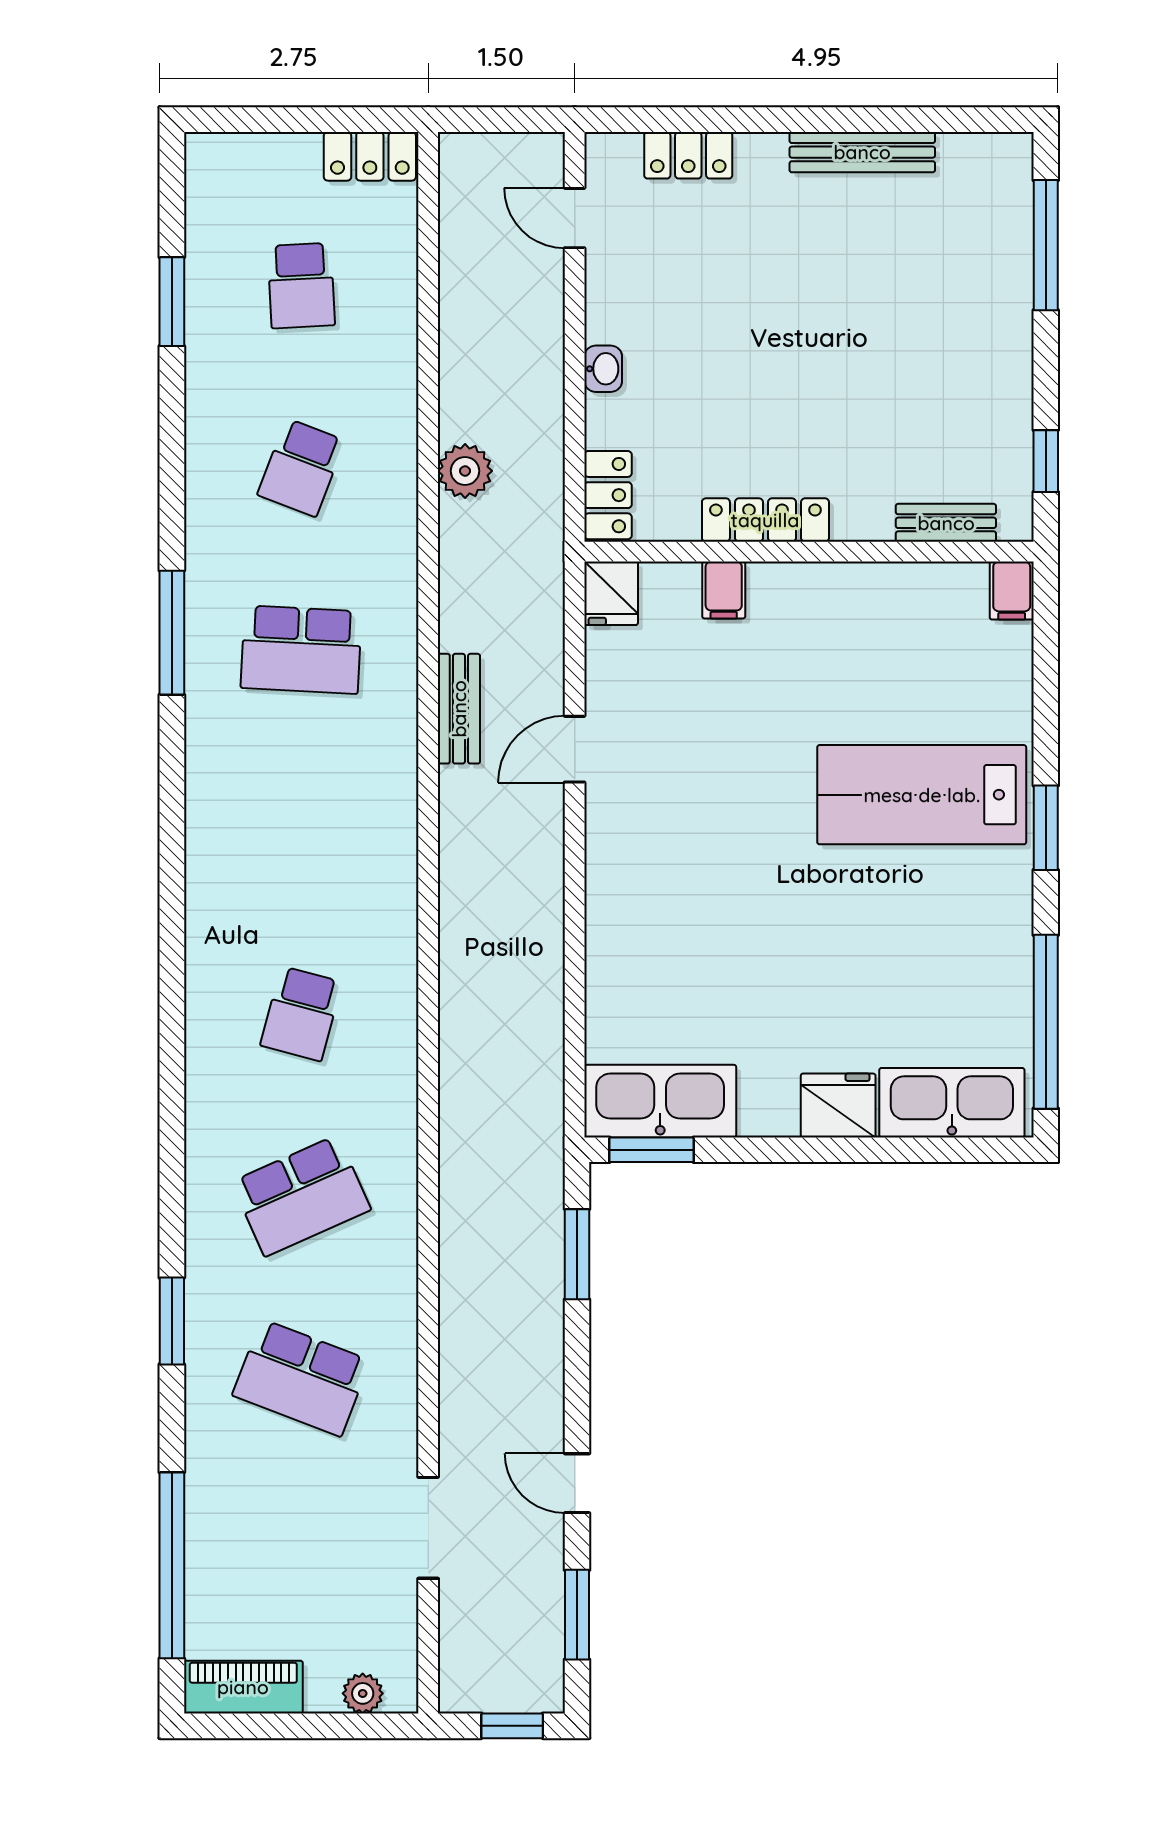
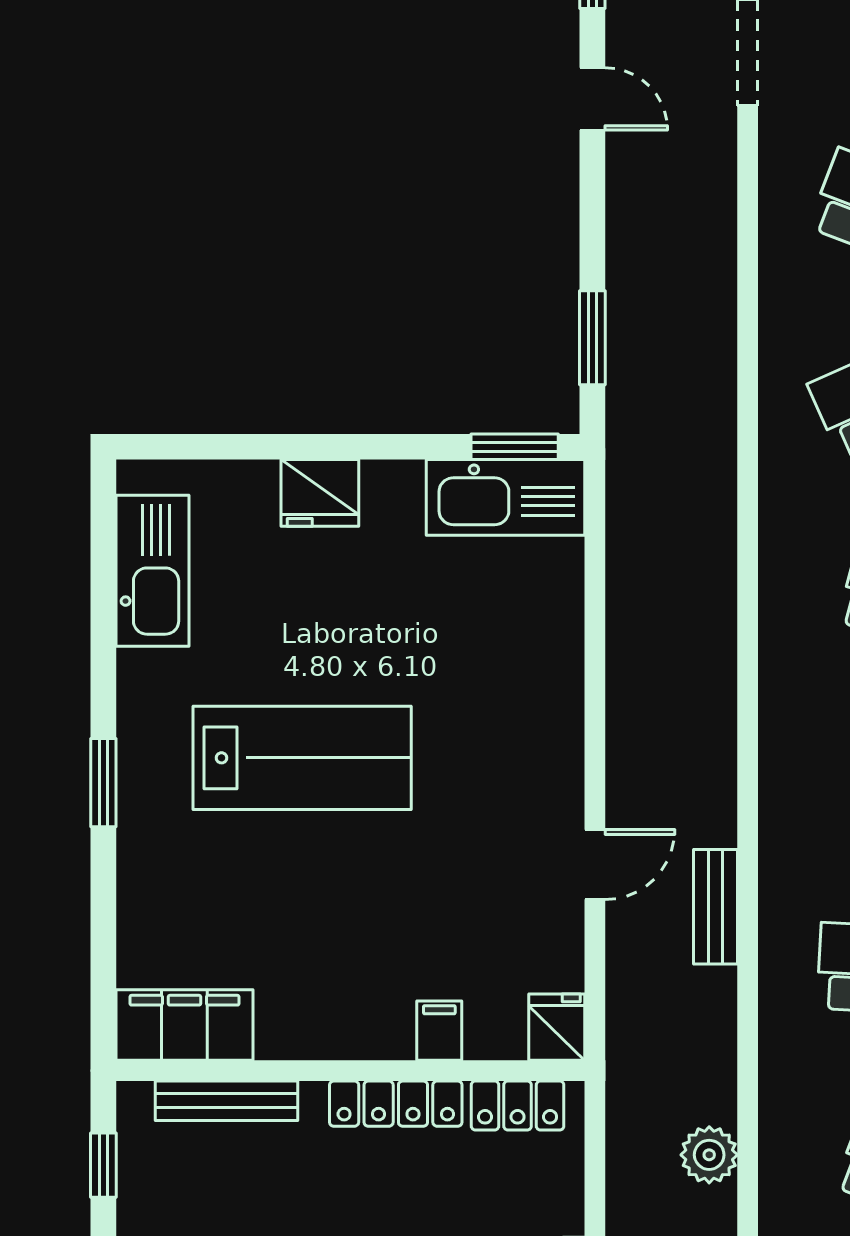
locker: (608, 495) -> (518, 1105), moved, turned -90
bench: (946, 523) -> (226, 1101), width x1.36
filing cabinet: (1012, 591) -> (184, 1025), width x3.00, depth x1.17
lab bench: (922, 795) -> (302, 758), moved
window: (1046, 1022) -> (103, 580), removed
kitchen sink: (952, 1103) -> (152, 571), moved, turned -90

